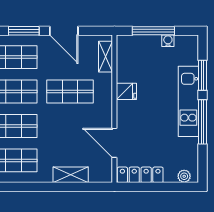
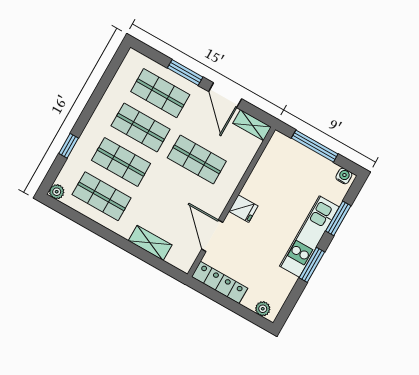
water cooler: (168, 41) -> (344, 176), moved
shelving: (106, 57) -> (252, 125), moved, turned 90
fridge: (126, 91) -> (243, 209), moved
window: (202, 122) -> (312, 265), width x0.69

